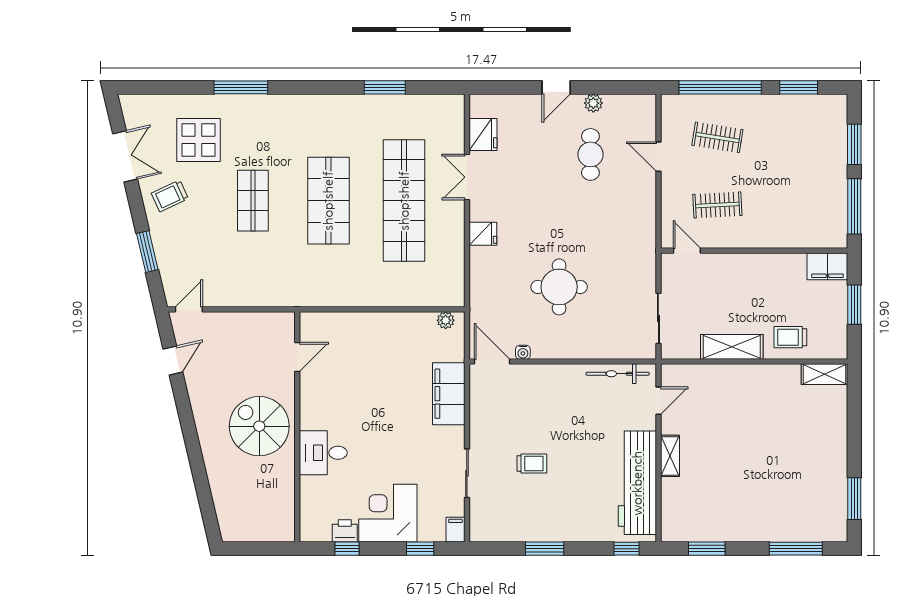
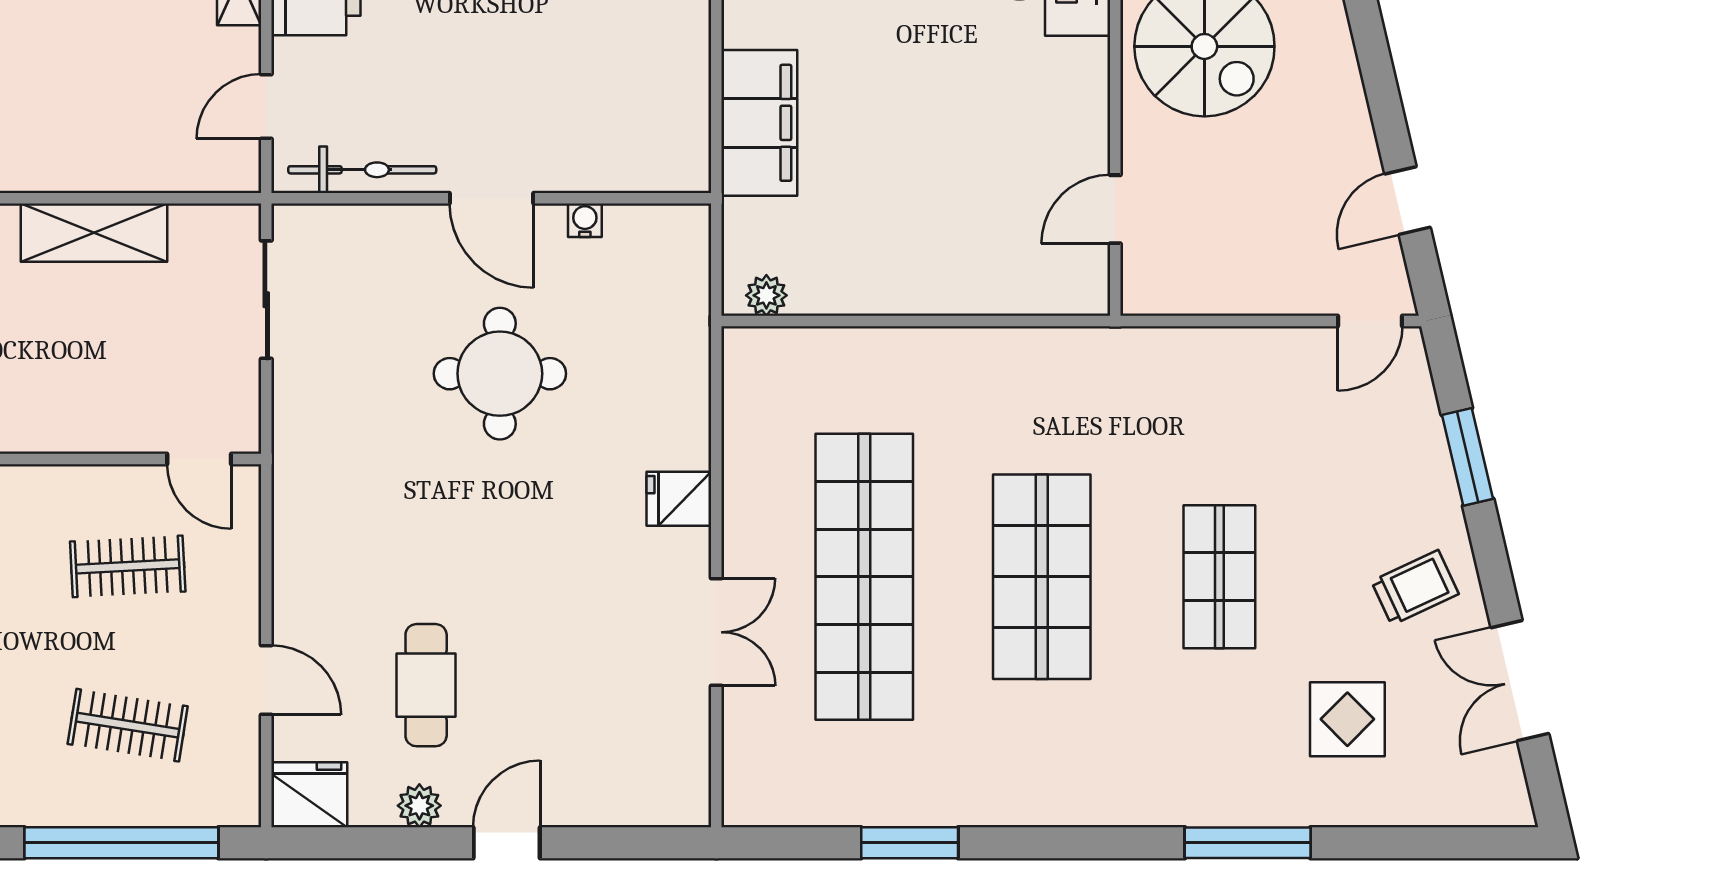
fridge: (483, 134) -> (309, 795), moved, turned 90
display table: (198, 140) -> (1347, 719), width x0.73, depth x0.73
door: (492, 362) -> (492, 198), moved

